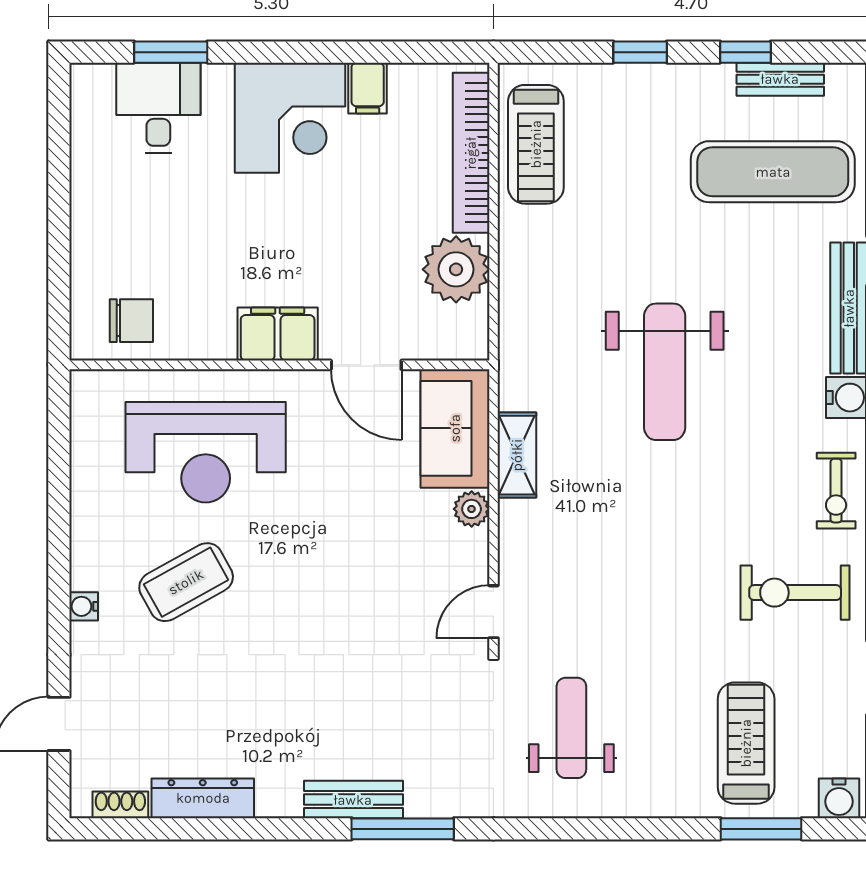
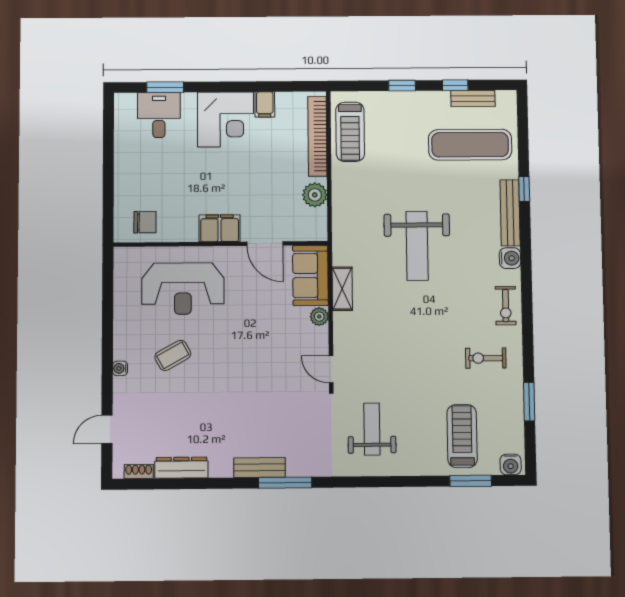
plant: (456, 269) -> (315, 195), width x0.73, depth x0.73
coffee table: (186, 582) -> (173, 355), width x0.73, depth x0.77
exercise bike: (795, 593) -> (486, 358), width x0.73, depth x0.72
door: (493, 612) -> (331, 369), hinge flipped

